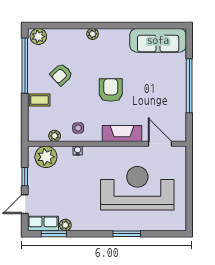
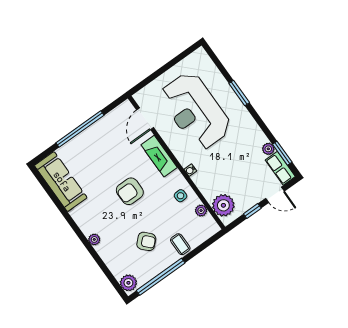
water cooler: (78, 150) -> (190, 170), moved

